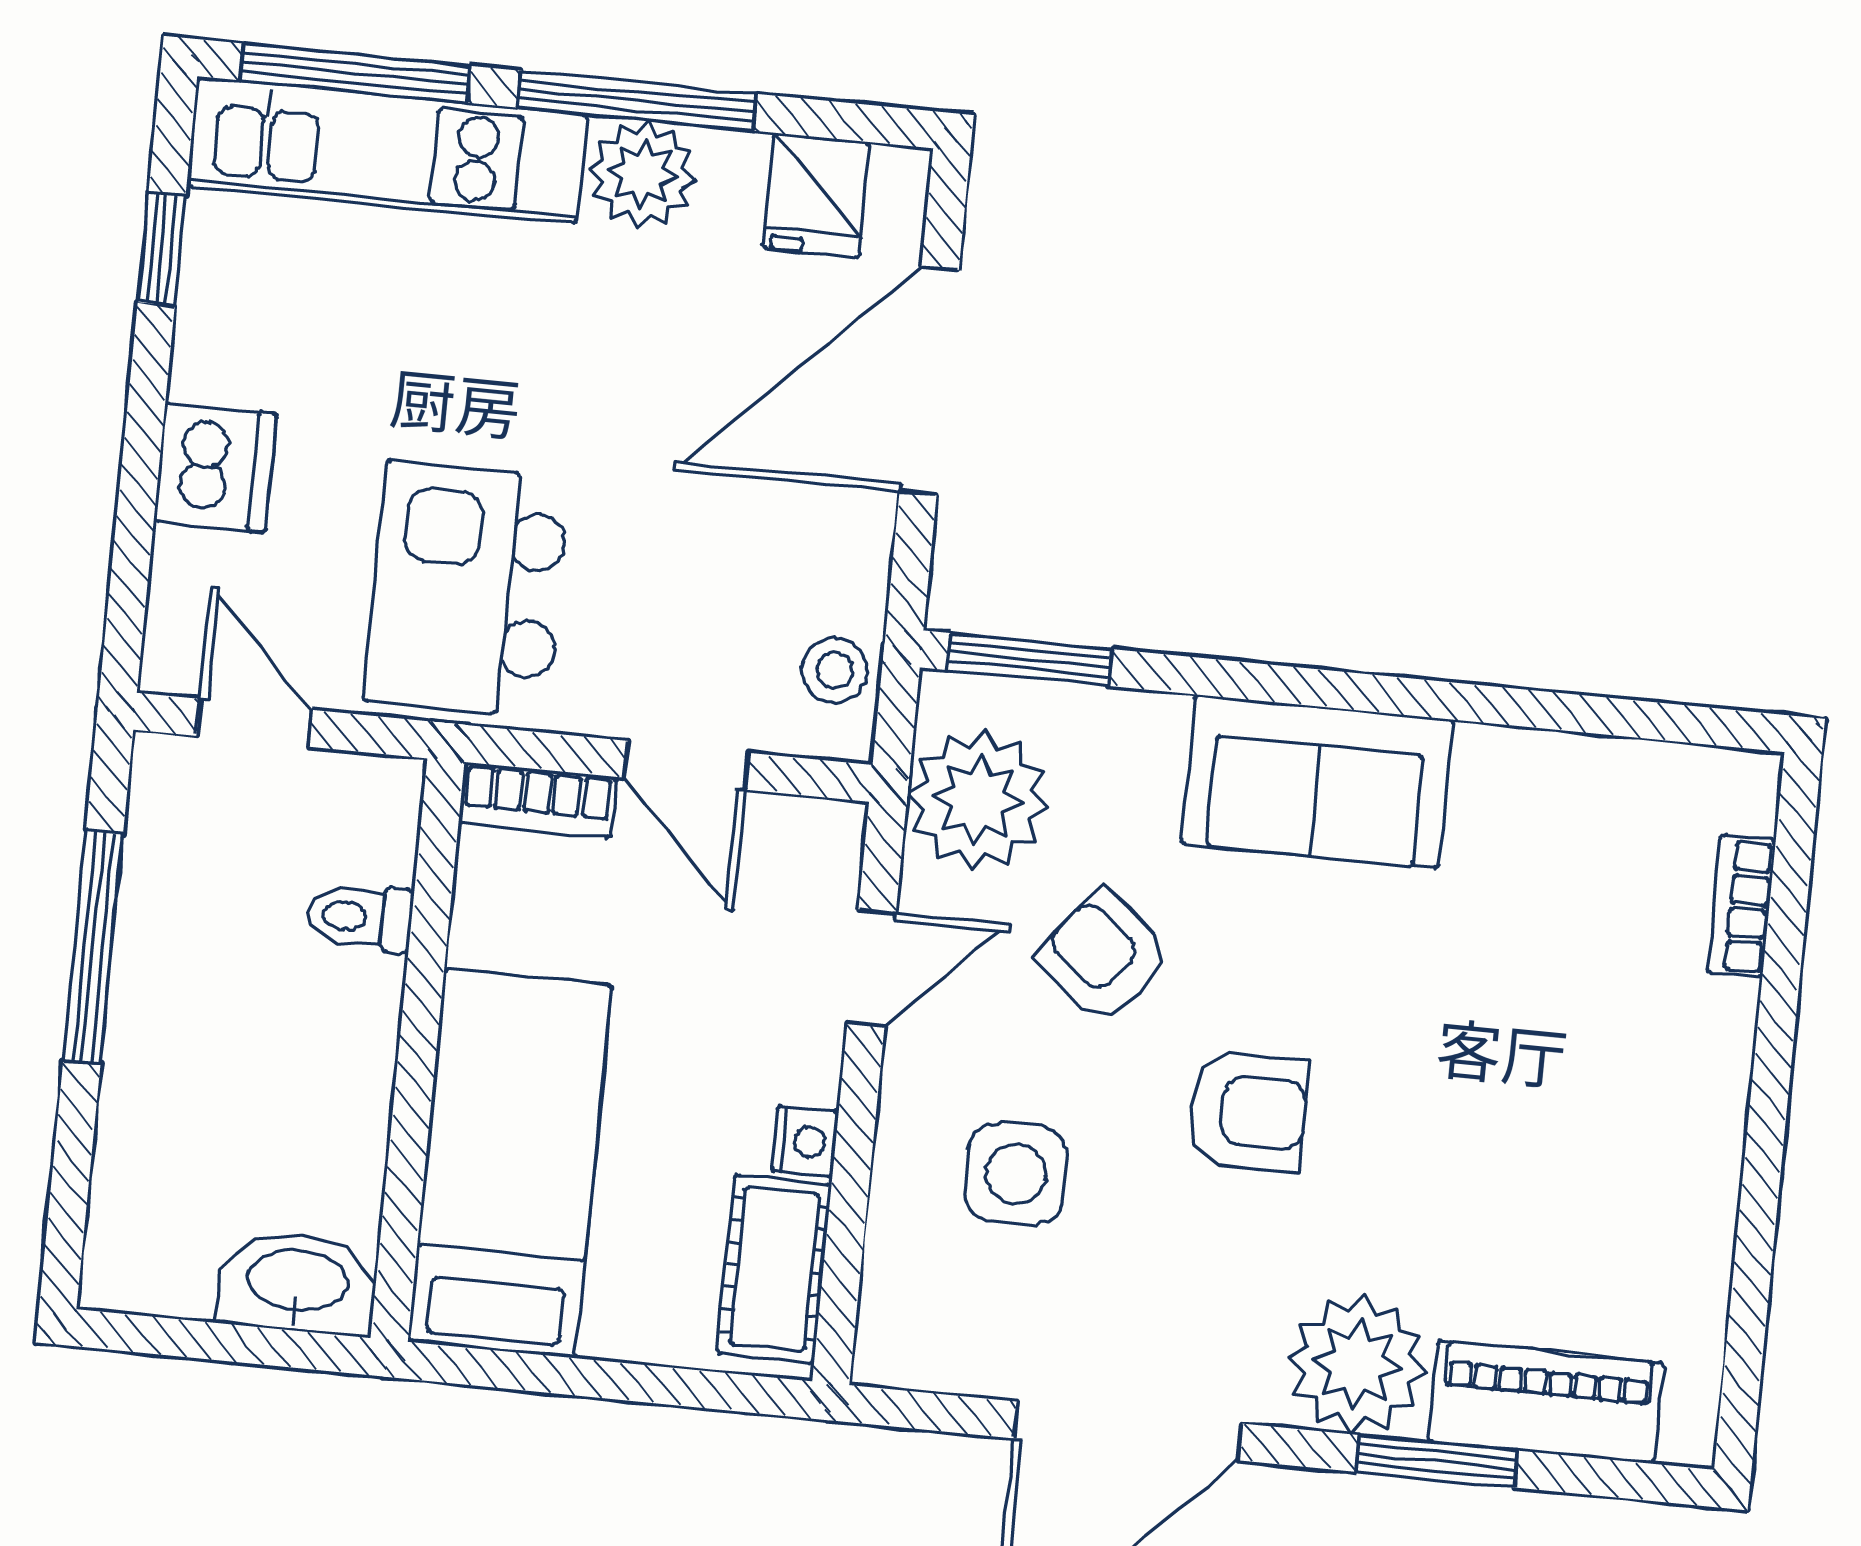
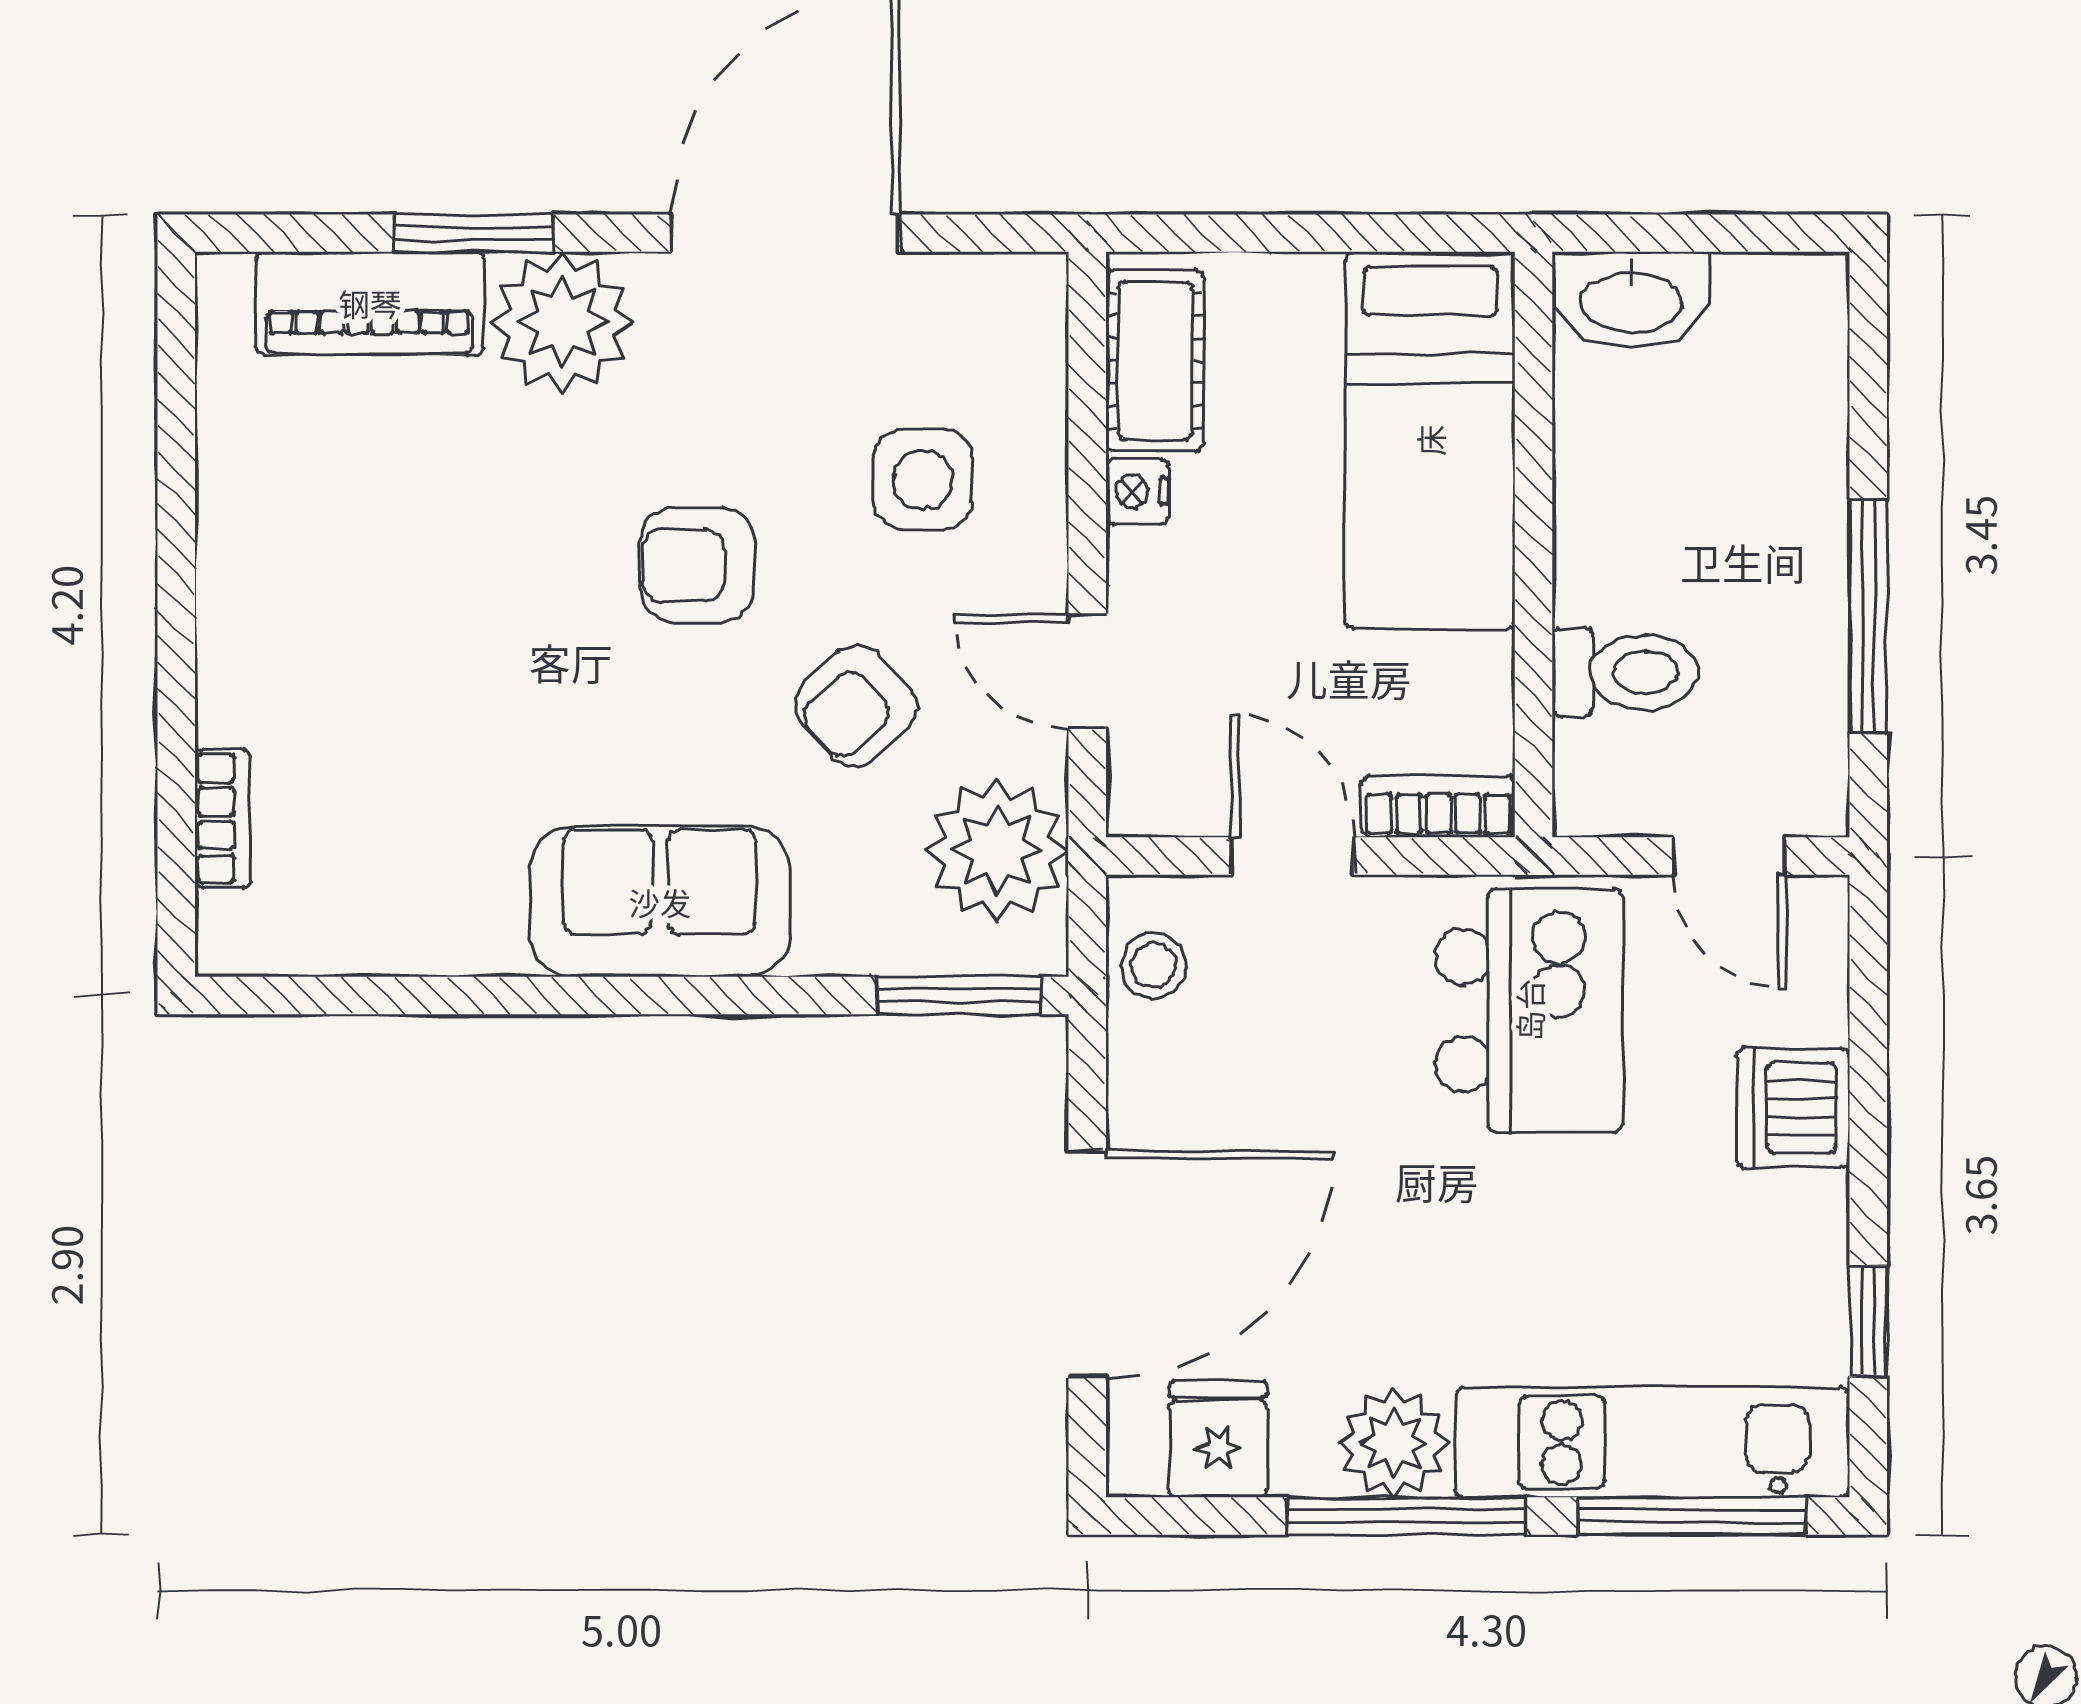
toilet: (360, 917) -> (1625, 672), width x1.37, depth x1.39
armchair: (1104, 956) -> (856, 706), turned 98
door: (872, 968) -> (1087, 672), hinge flipped

